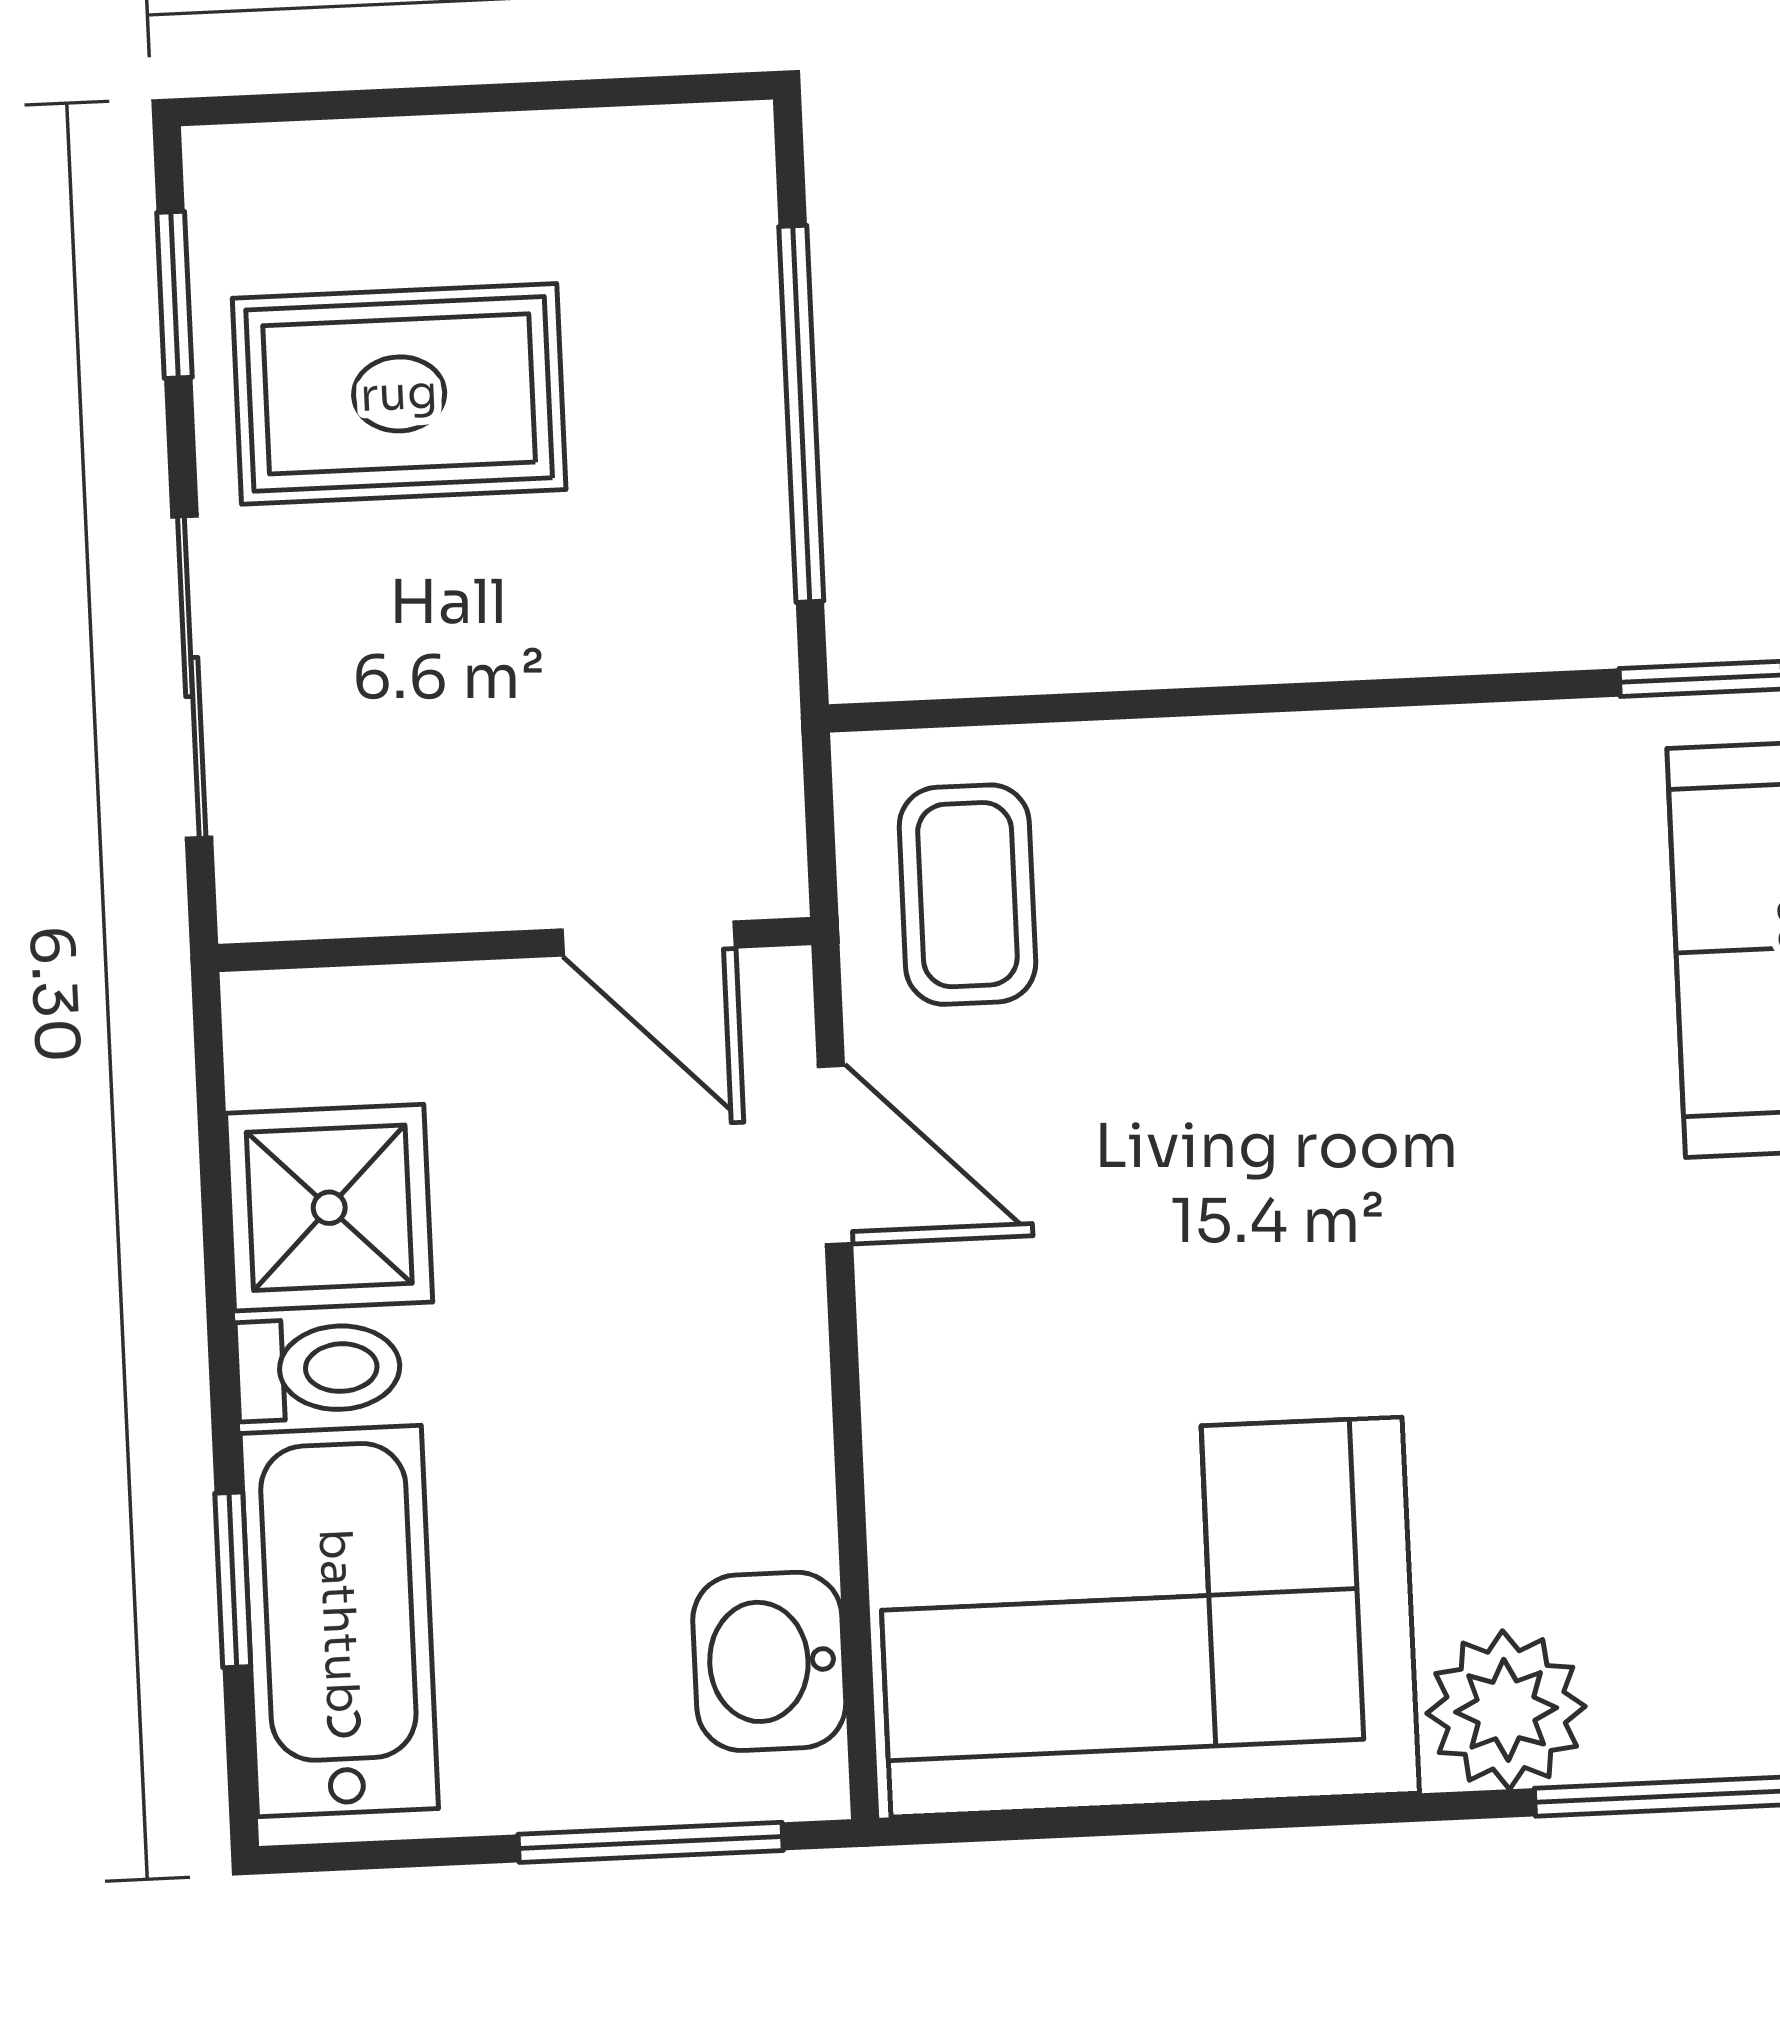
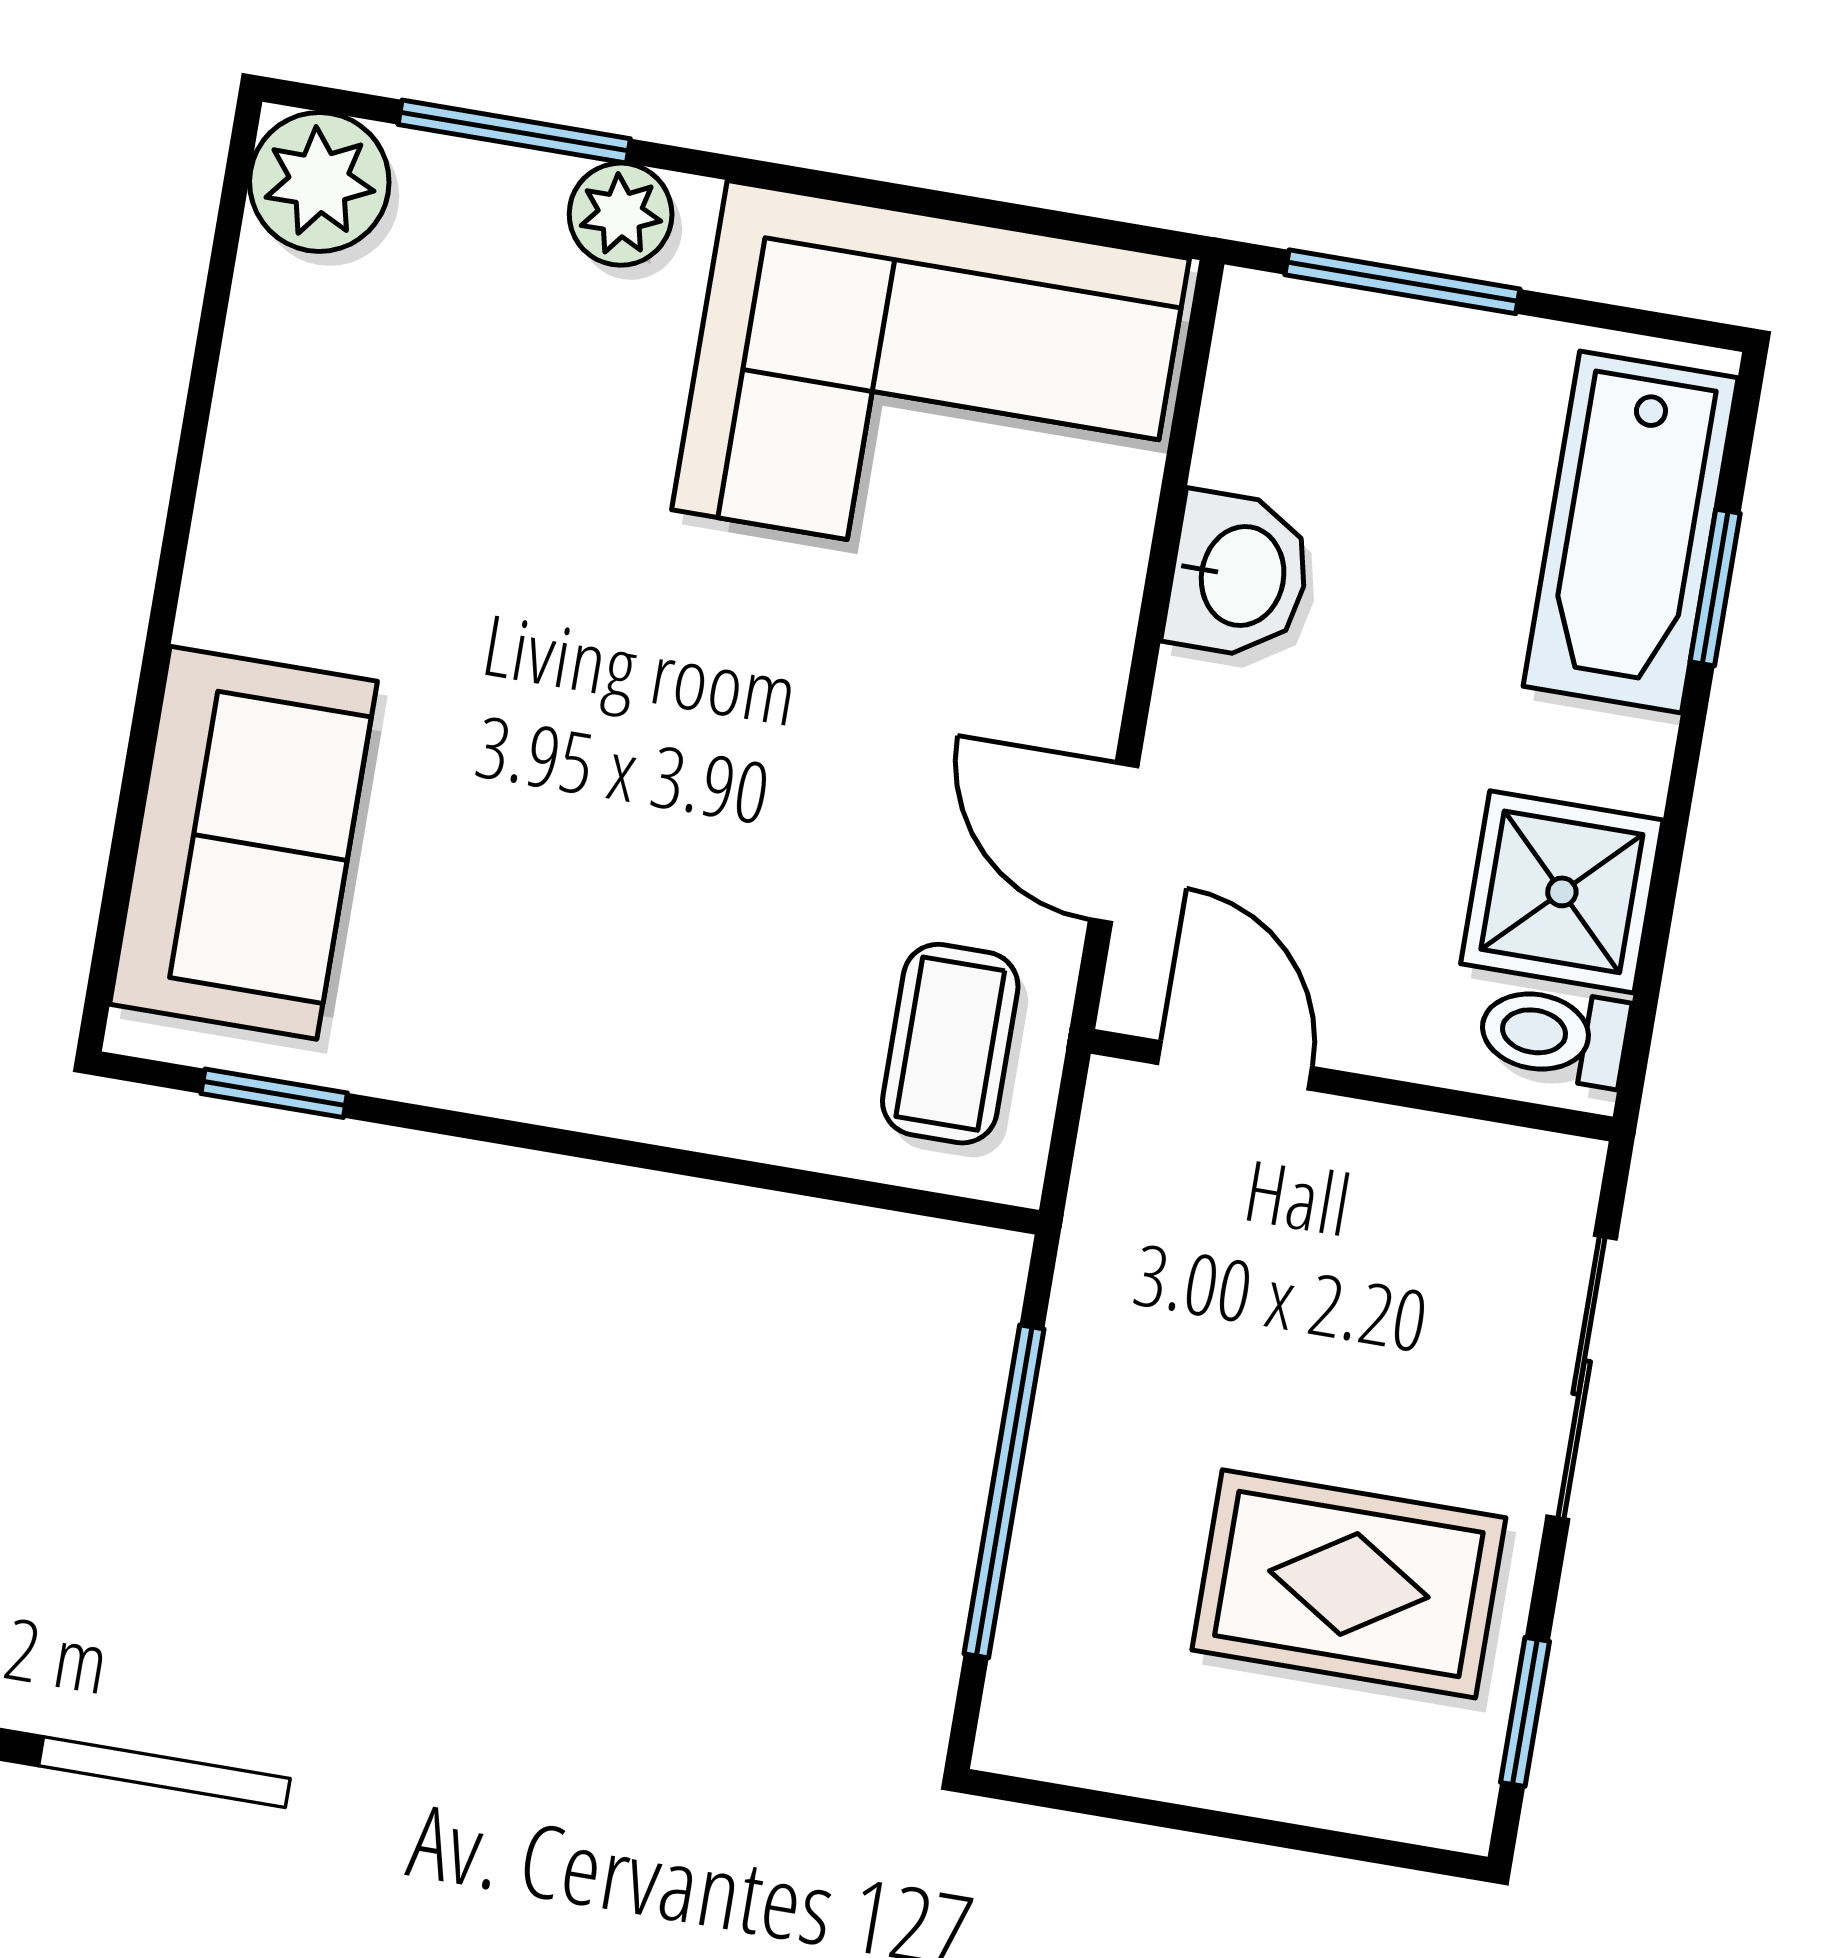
toilet: (319, 1369) -> (1554, 1035), moved
washbasin: (769, 1661) -> (1239, 575), moved
plant: (1506, 1710) -> (621, 214), width x0.73, depth x0.73

